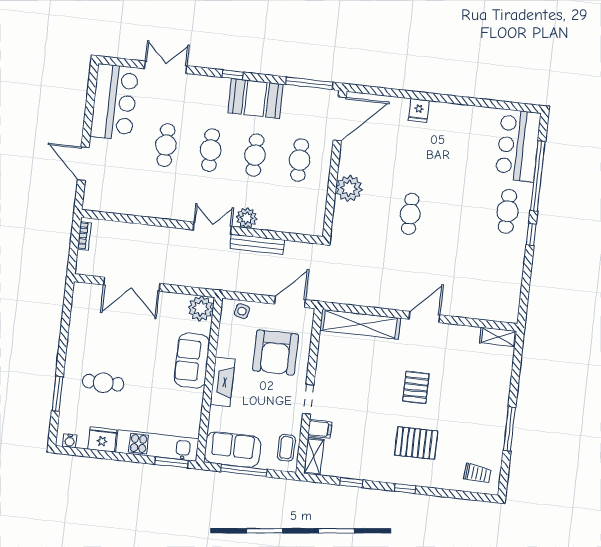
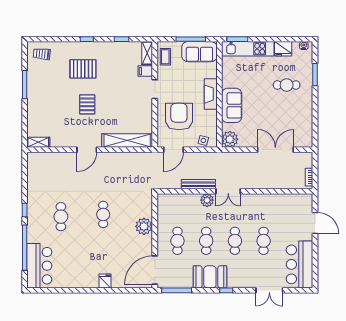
cafe table: (507, 211) -> (61, 217), moved

